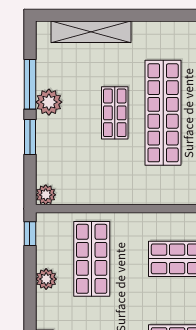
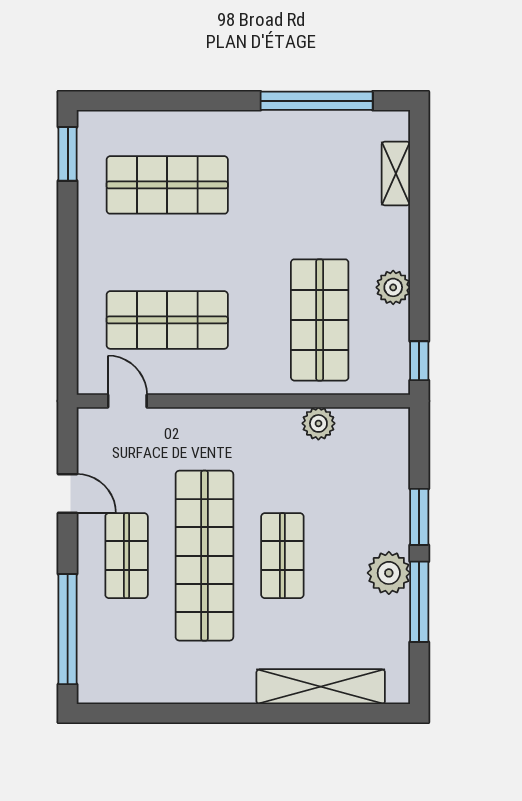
plant: (46, 195) -> (318, 423), moved

